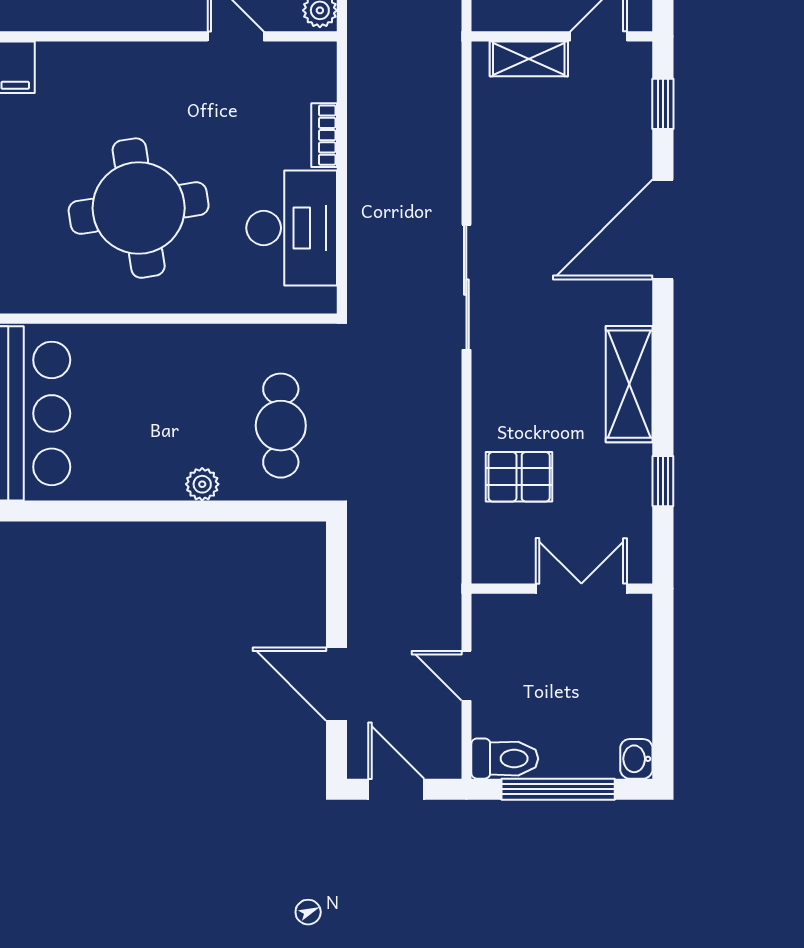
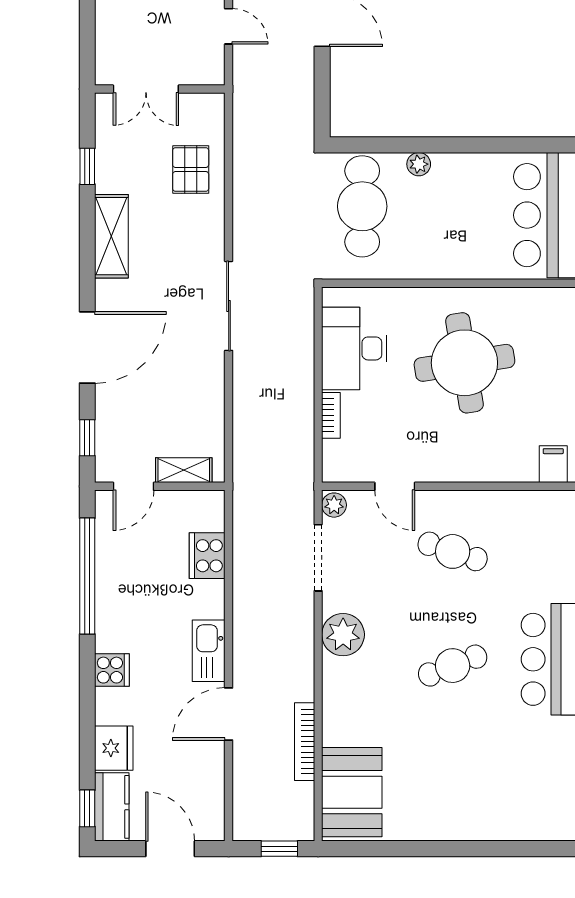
cafe table: (281, 426) -> (362, 206), width x1.37, depth x1.35
pallet: (519, 477) -> (191, 169), turned 90

